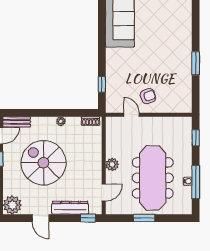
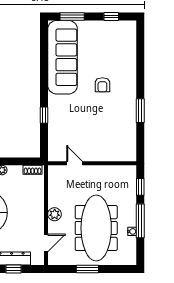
window: (102, 84) -> (44, 115), moved
armchair: (148, 96) -> (102, 85), moved, turned 108
window: (196, 182) -> (140, 221), moved
window: (88, 218) -> (13, 269), moved

